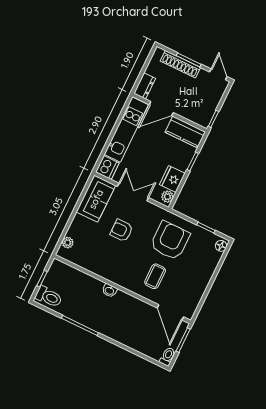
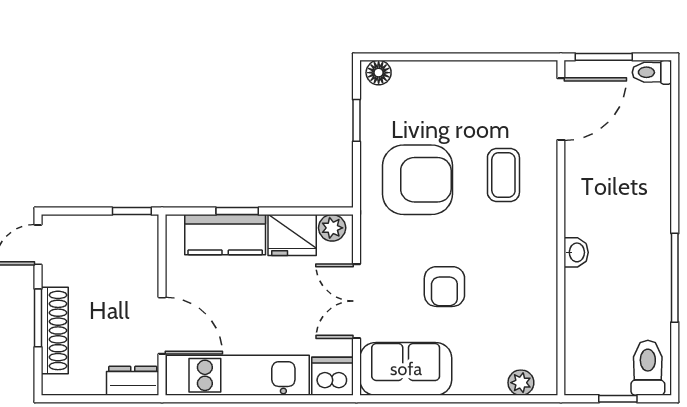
kitchen counter: (185, 132) -> (225, 235), moved, turned 90
armchair: (170, 241) -> (418, 180), turned 180
coffee table: (155, 276) -> (503, 175), turned 90

